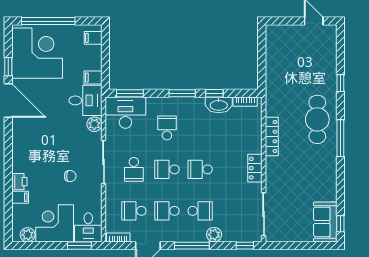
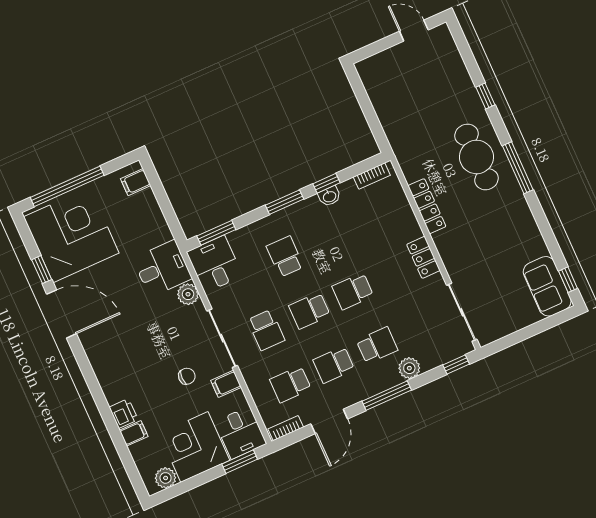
filing cabinet: (93, 77) -> (226, 384), moved
washbasin: (219, 105) -> (329, 196), width x0.52, depth x0.69
desk: (125, 113) -> (215, 264), width x0.73

